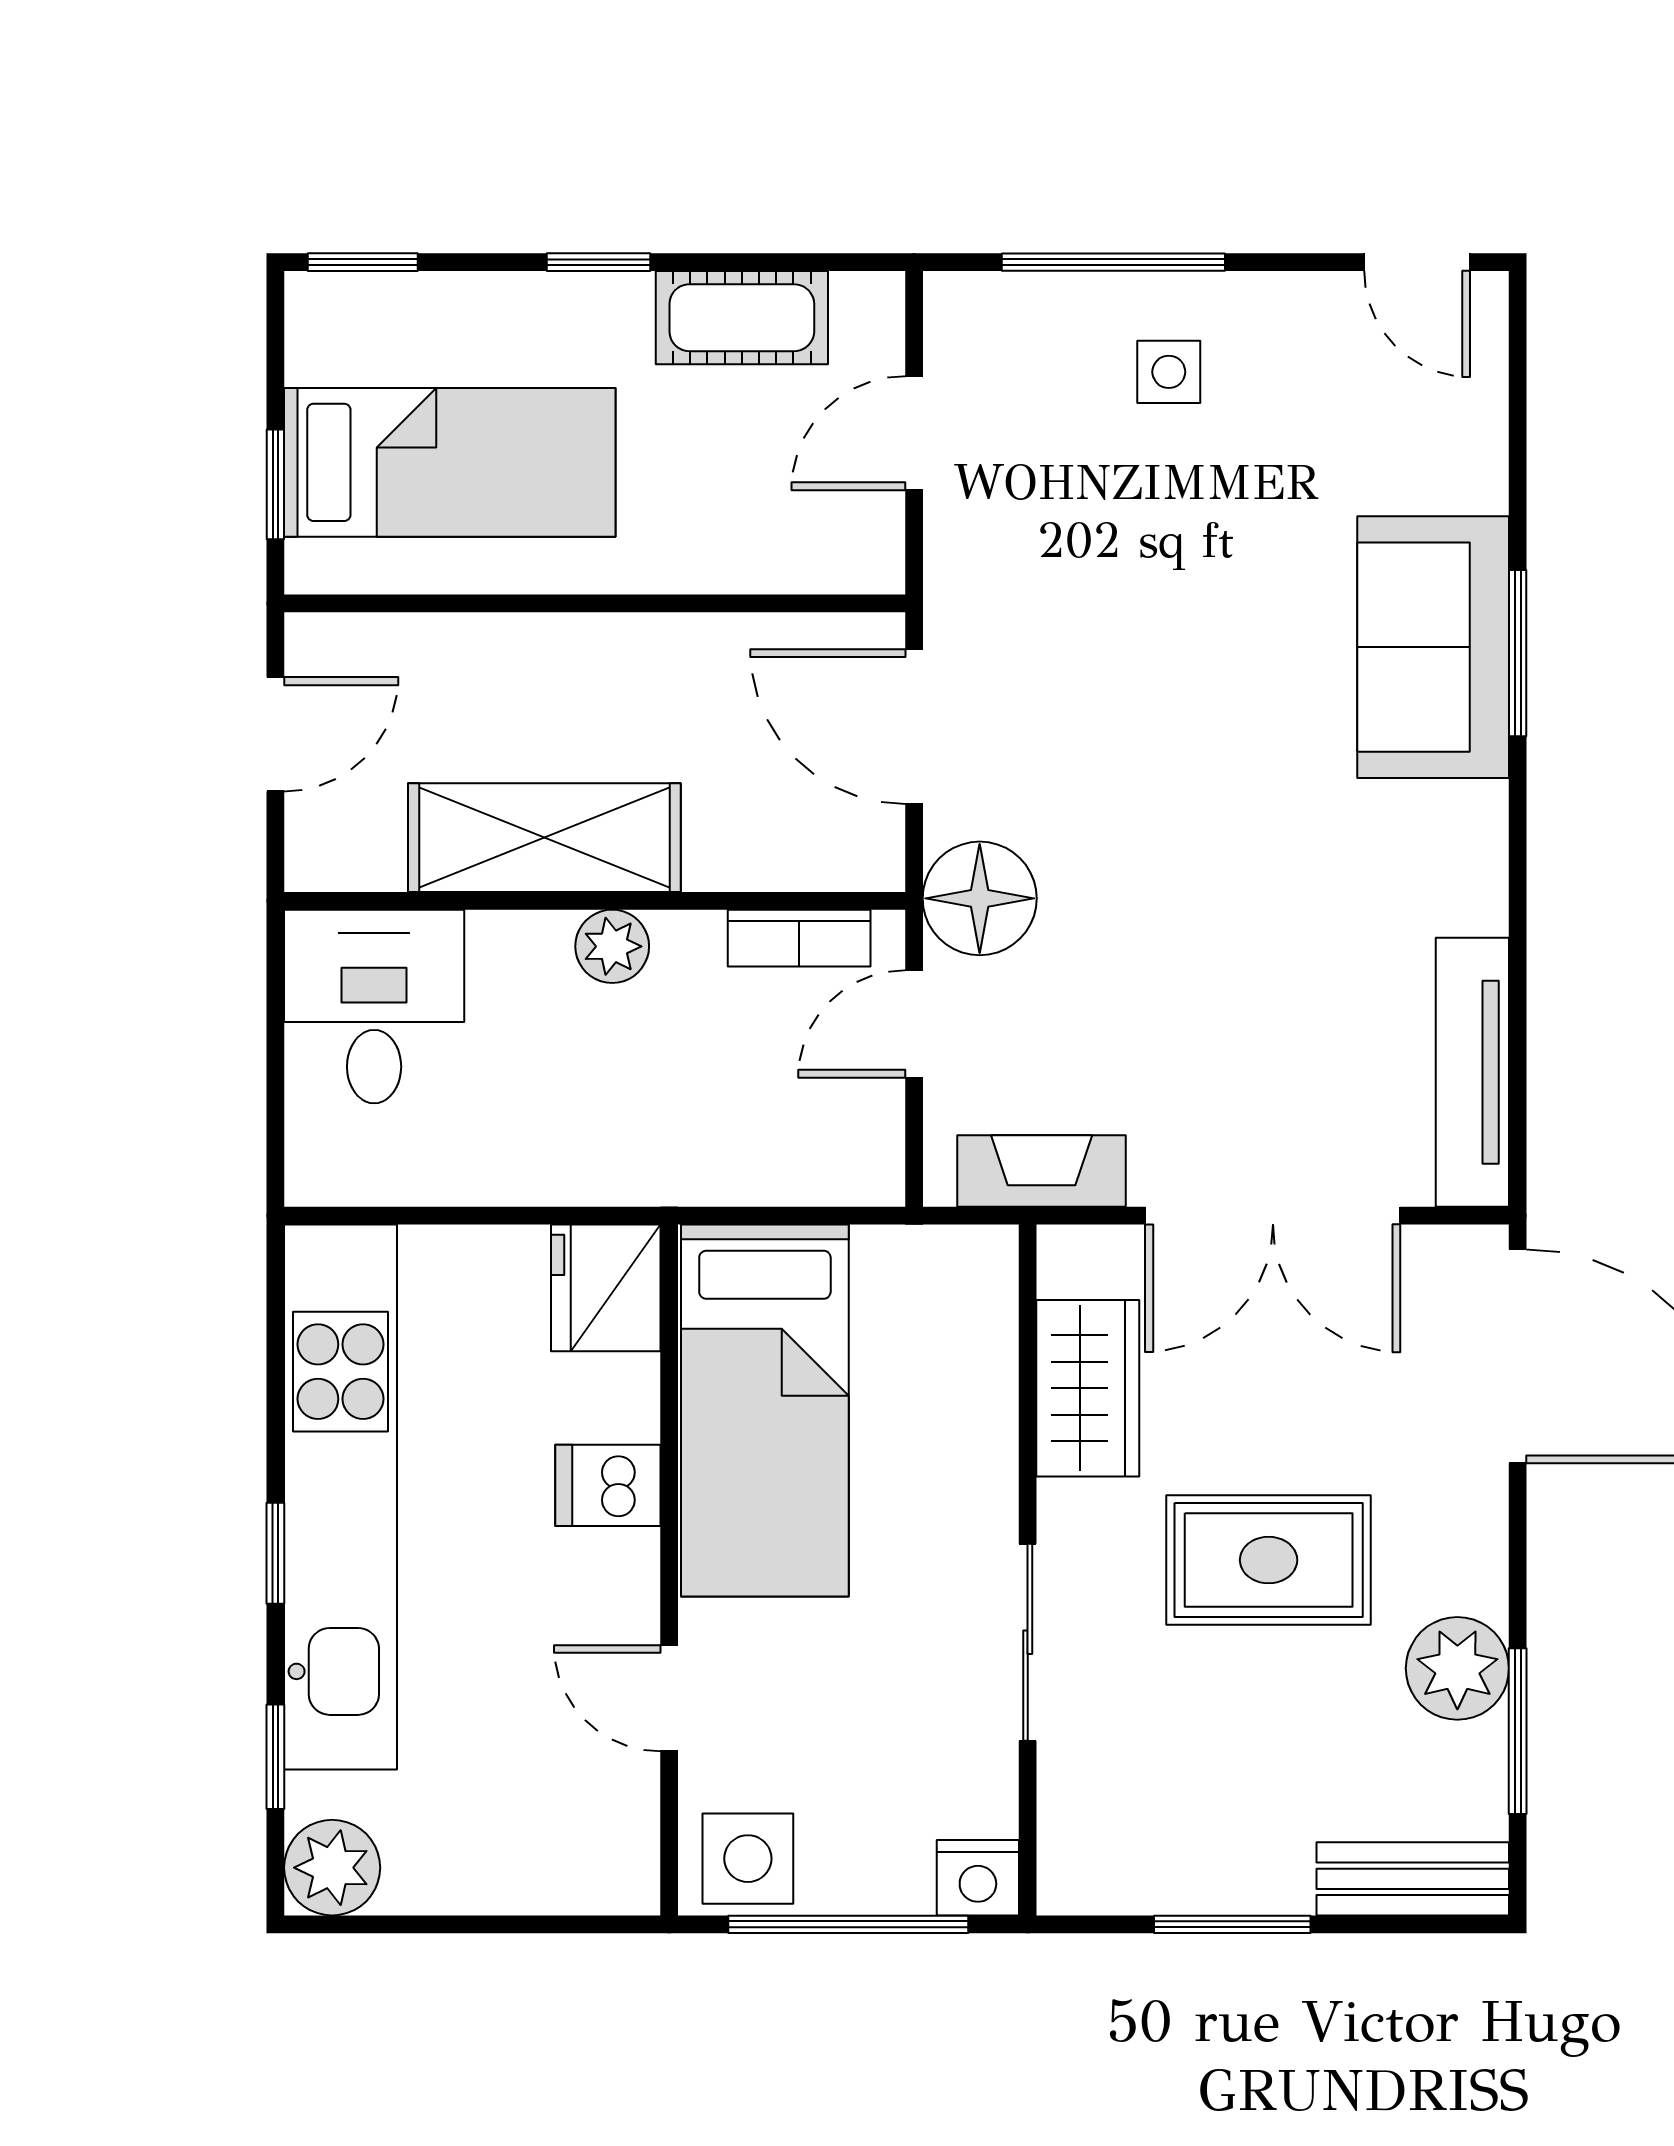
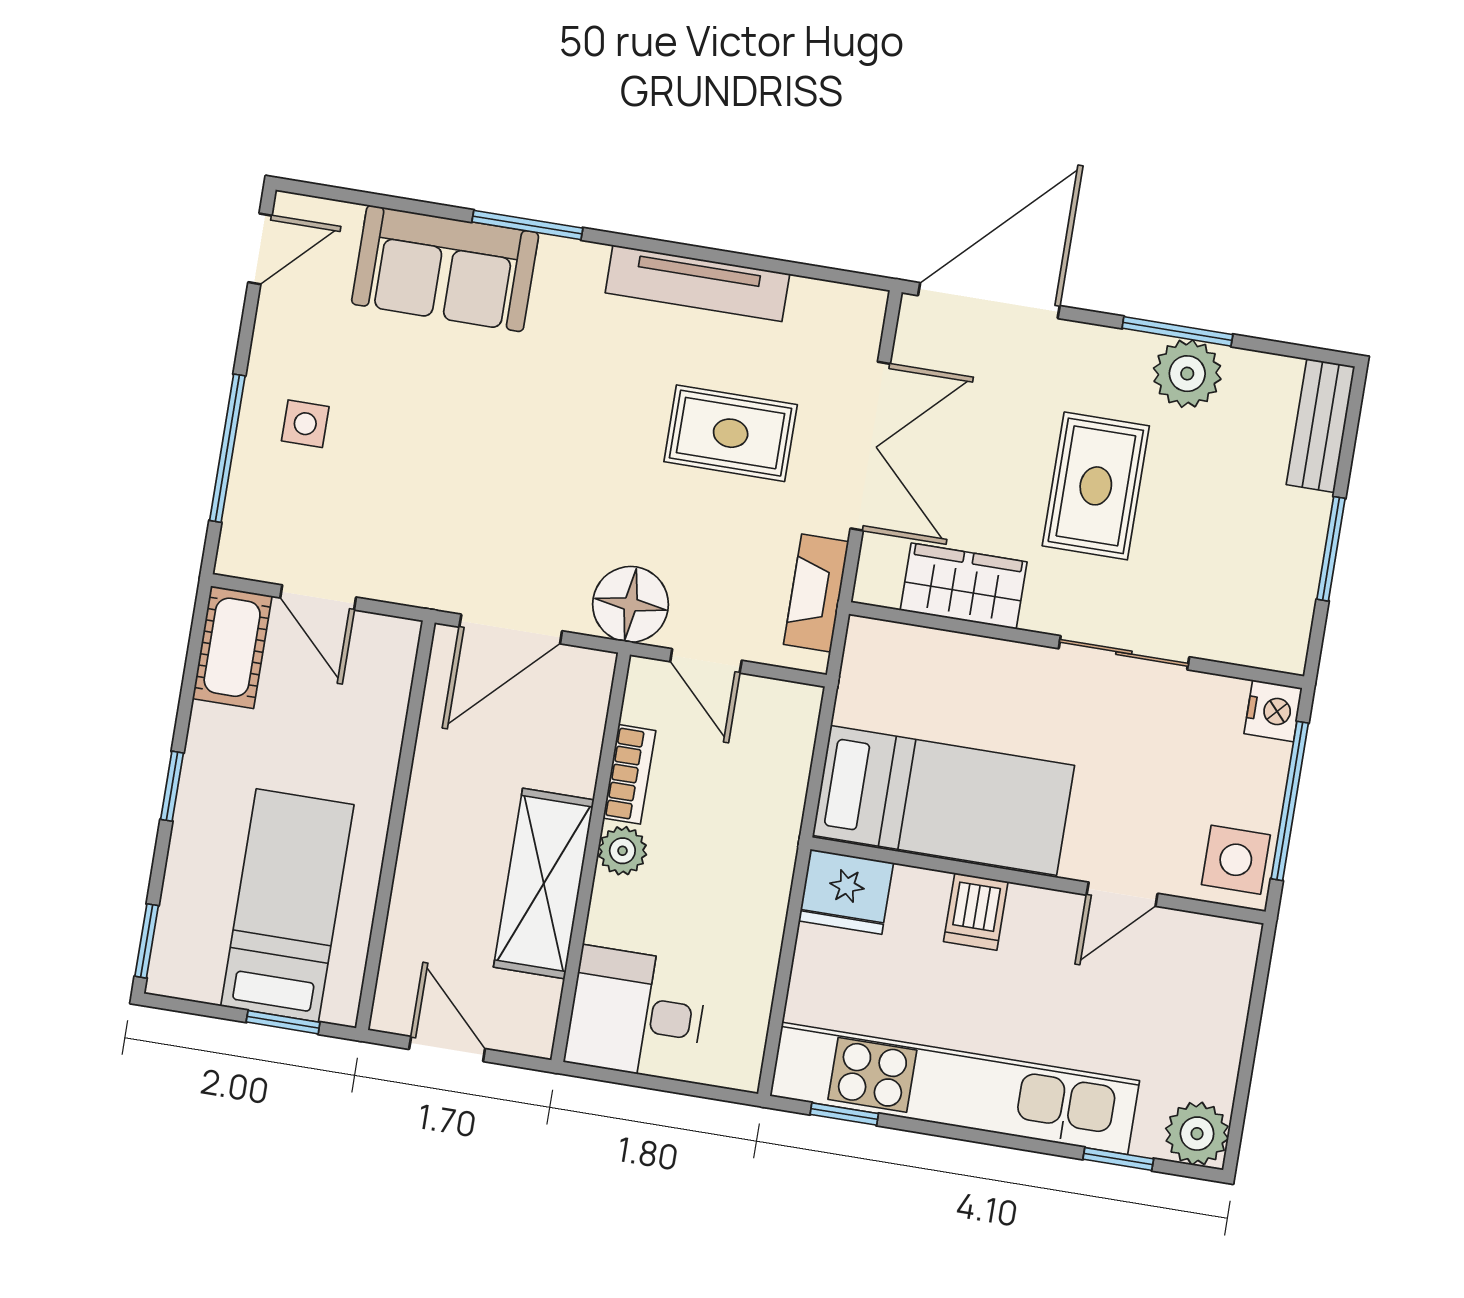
cot: (742, 318) -> (232, 647), moved
sofa: (1433, 647) -> (445, 268), moved
bookcase: (799, 938) -> (629, 774), moved
rug: (1258, 1005) -> (731, 433), added
tv unit: (1472, 1072) -> (697, 283), moved
window: (275, 1553) -> (844, 1114), moved
window: (1518, 1731) -> (1177, 331), moved

